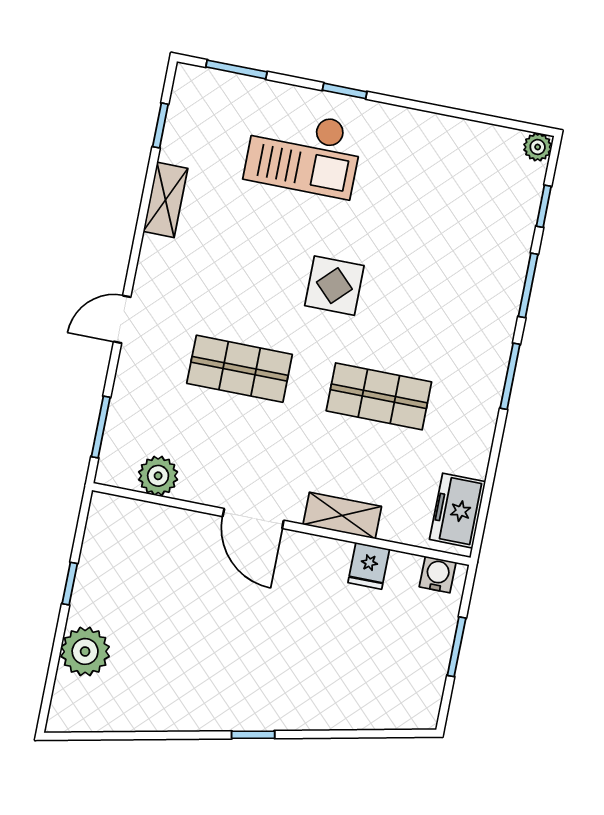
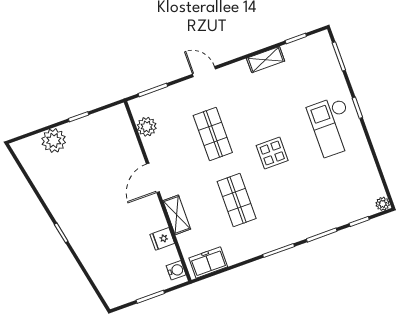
checkout: (304, 152) -> (333, 126), moved

